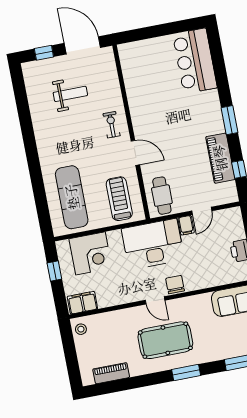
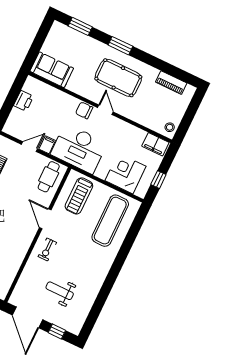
chair: (175, 285) -> (84, 110), turned 90

